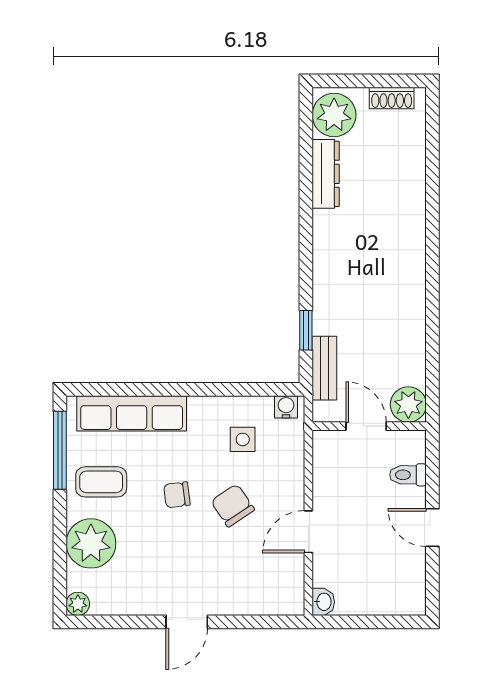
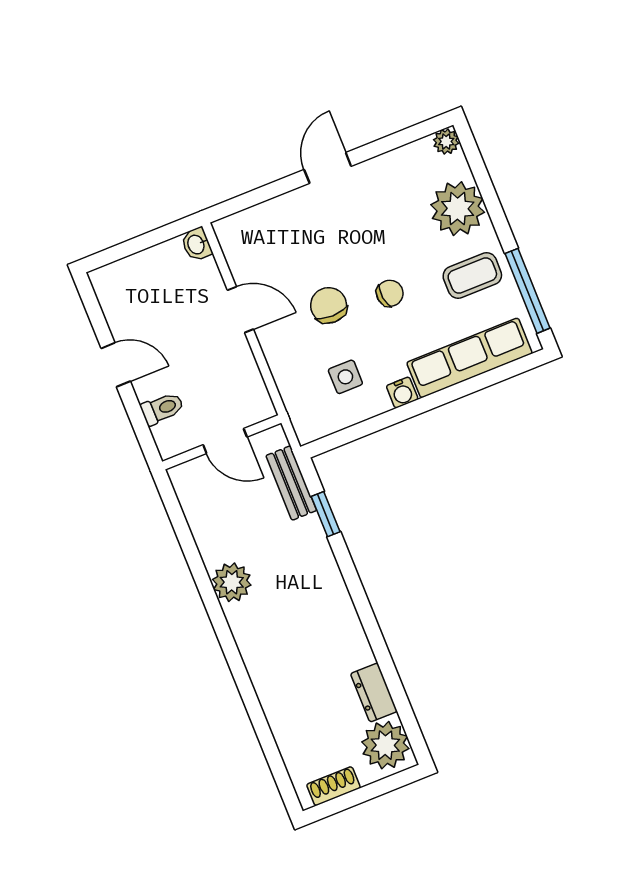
dresser: (326, 174) -> (374, 692), width x0.70
plant: (408, 405) -> (232, 582), moved
water cooler: (286, 407) -> (402, 393), moved
chair: (233, 505) -> (329, 305), turned -146
door: (308, 532) -> (240, 310), hinge flipped

